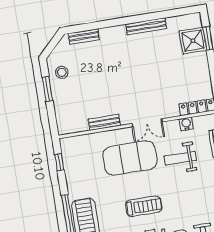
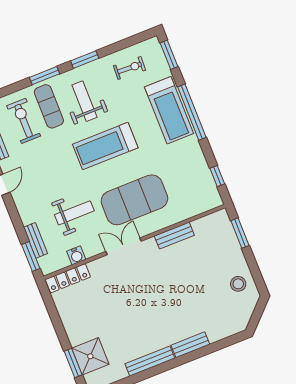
bench: (84, 36) -> (190, 345), moved
window: (48, 89) -> (240, 233), moved
treadmill: (144, 206) -> (105, 146), width x1.37, depth x1.38

